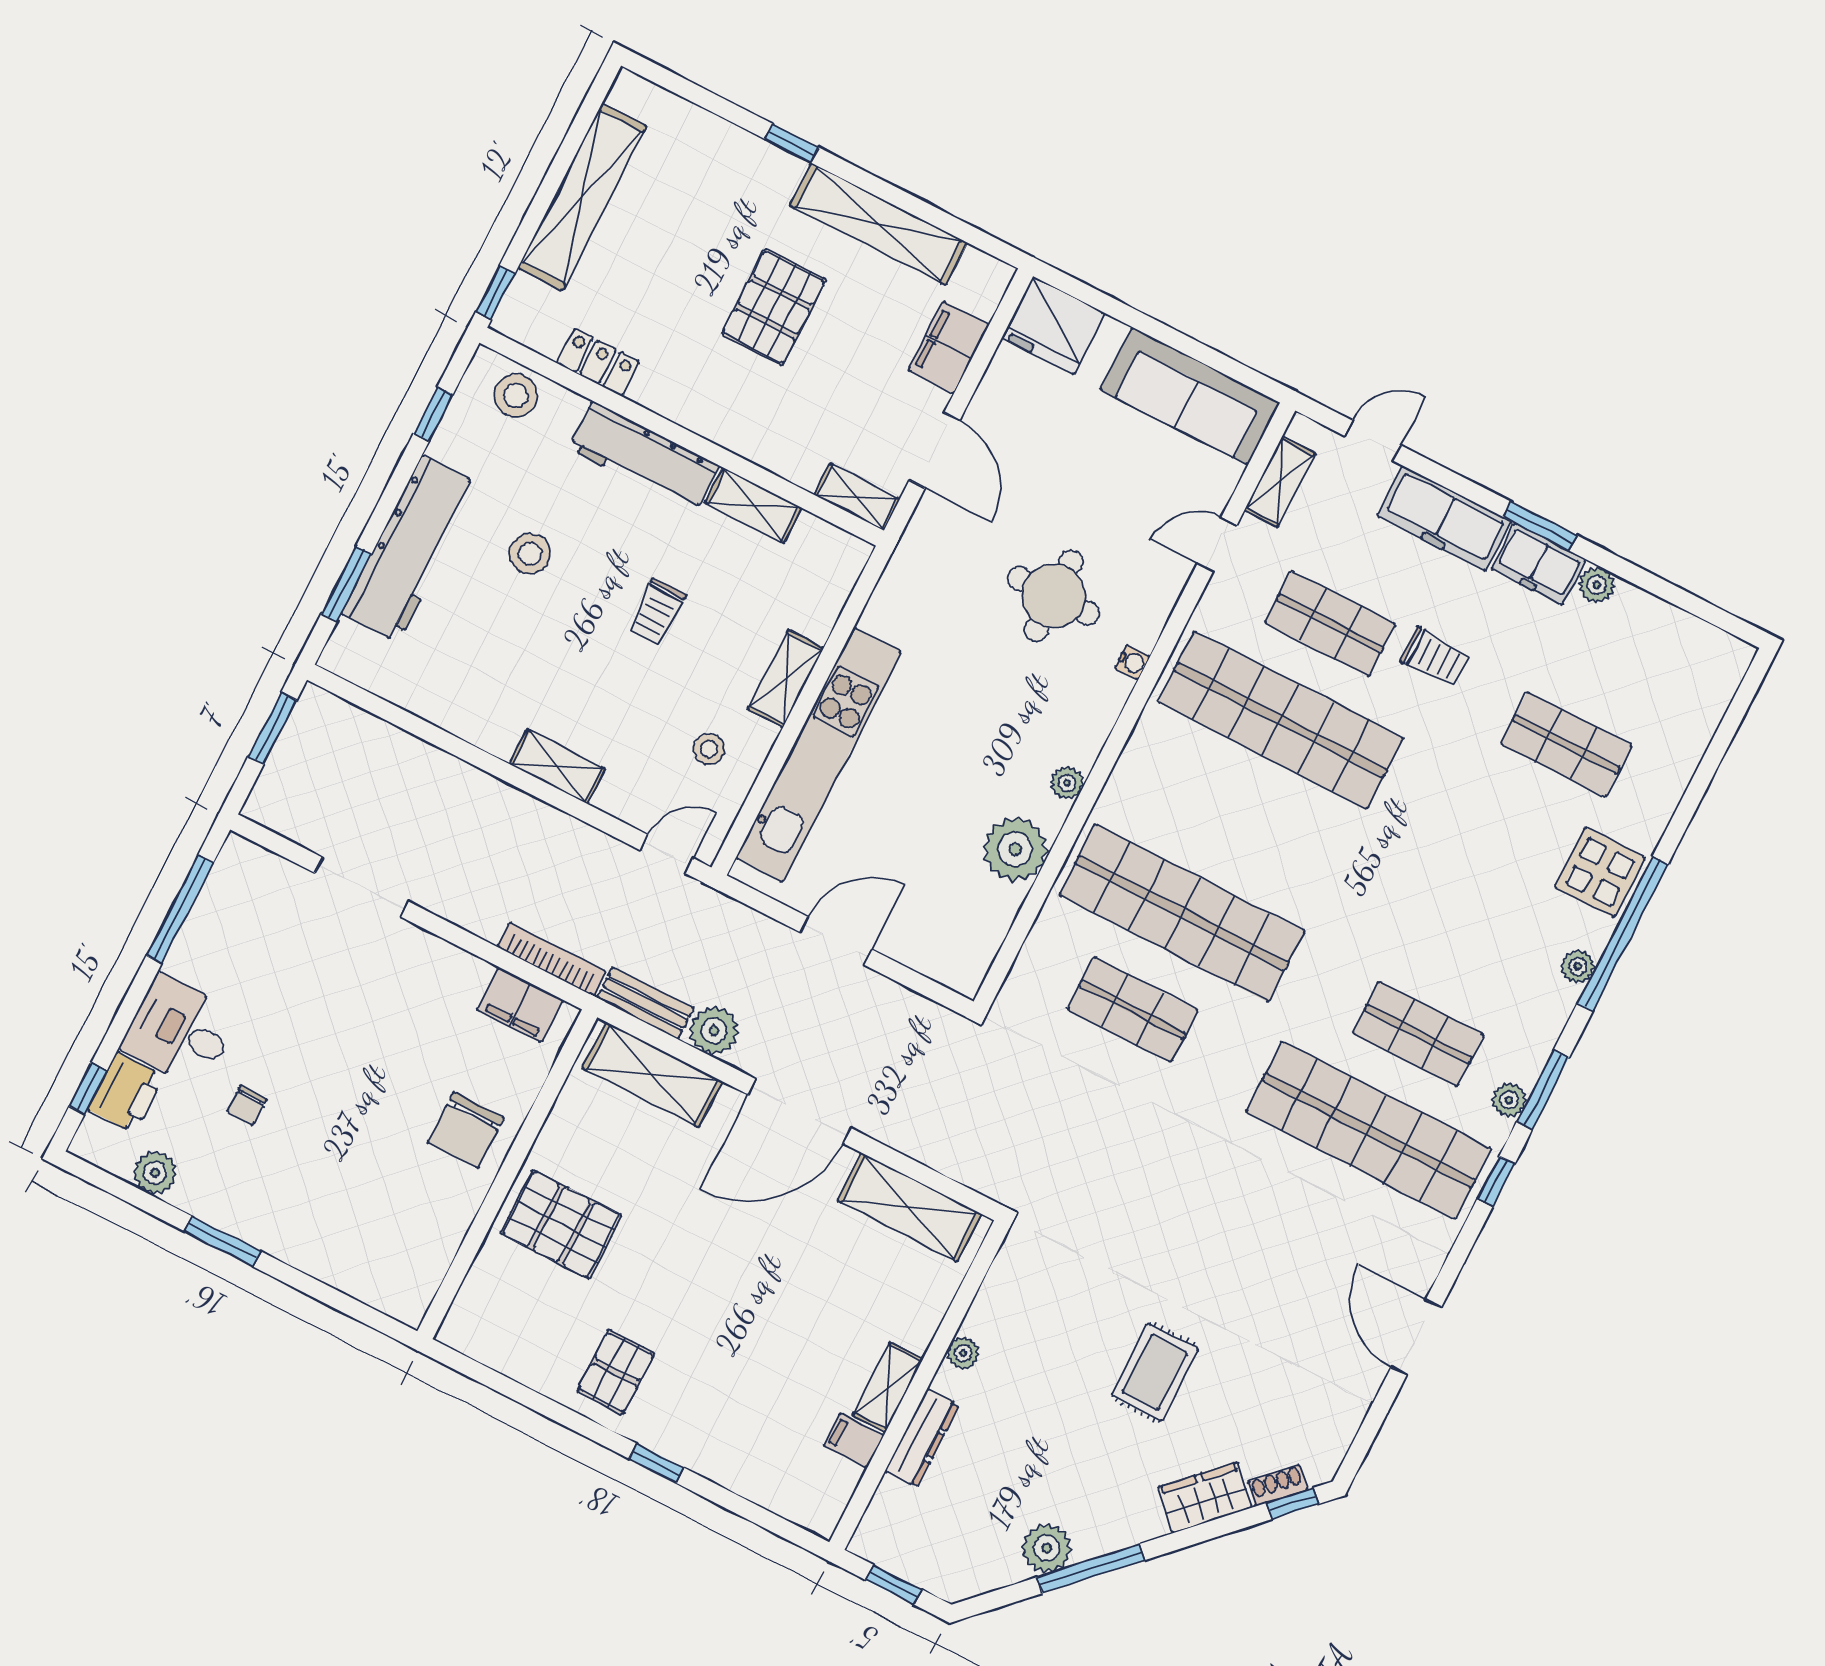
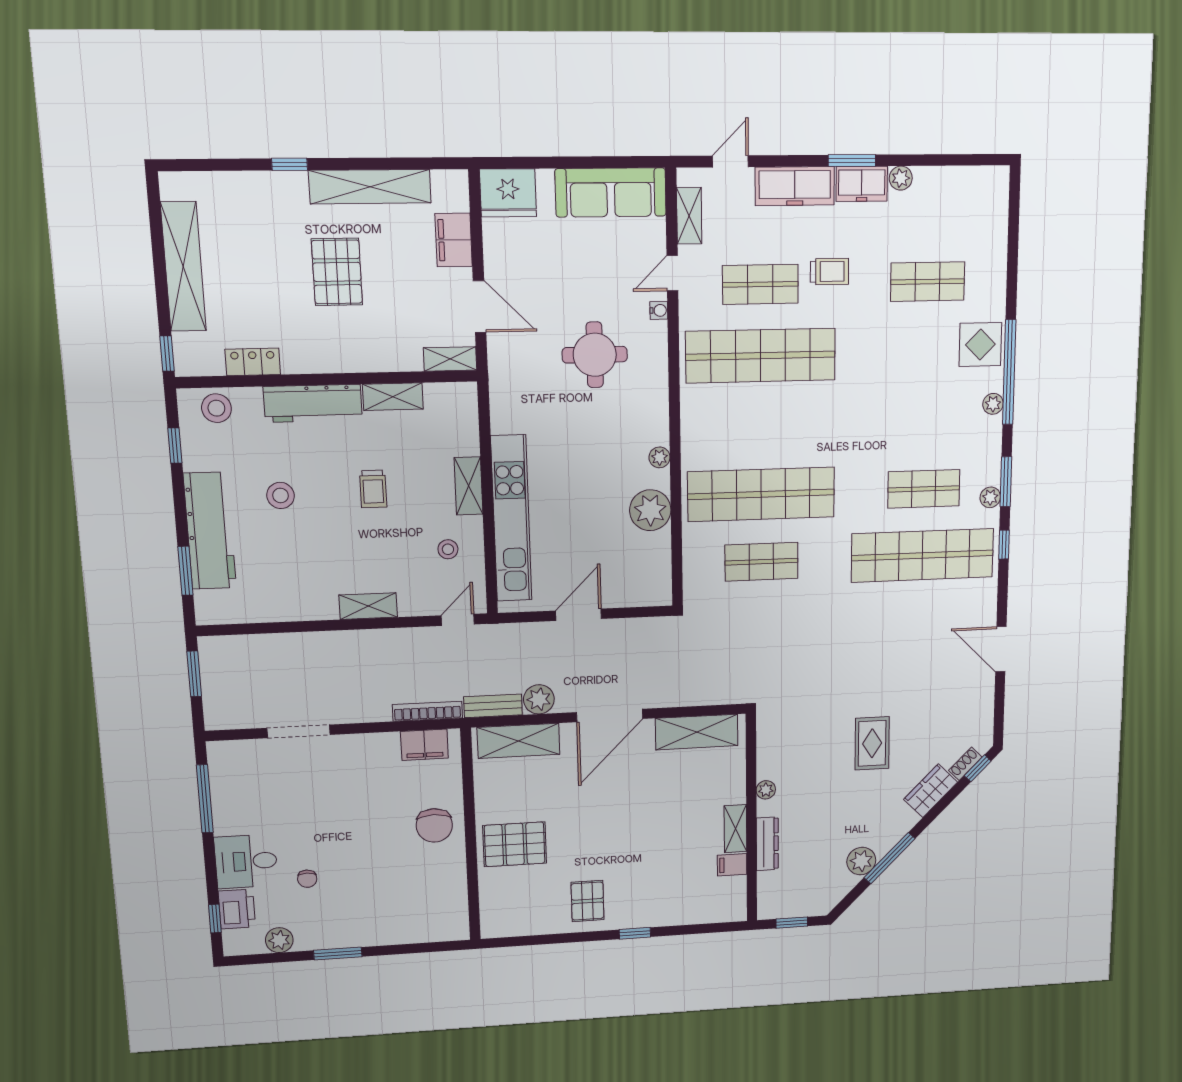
water cooler: (1132, 662) -> (659, 310), moved

